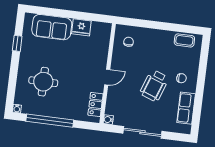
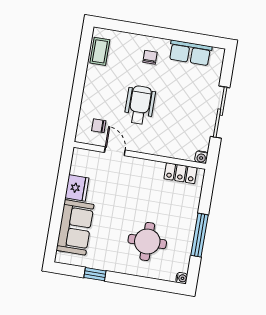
door: (107, 77) -> (115, 151), moved
wheelchair: (154, 86) -> (140, 105), moved, turned -110
window: (50, 121) -> (199, 235), width x0.68

